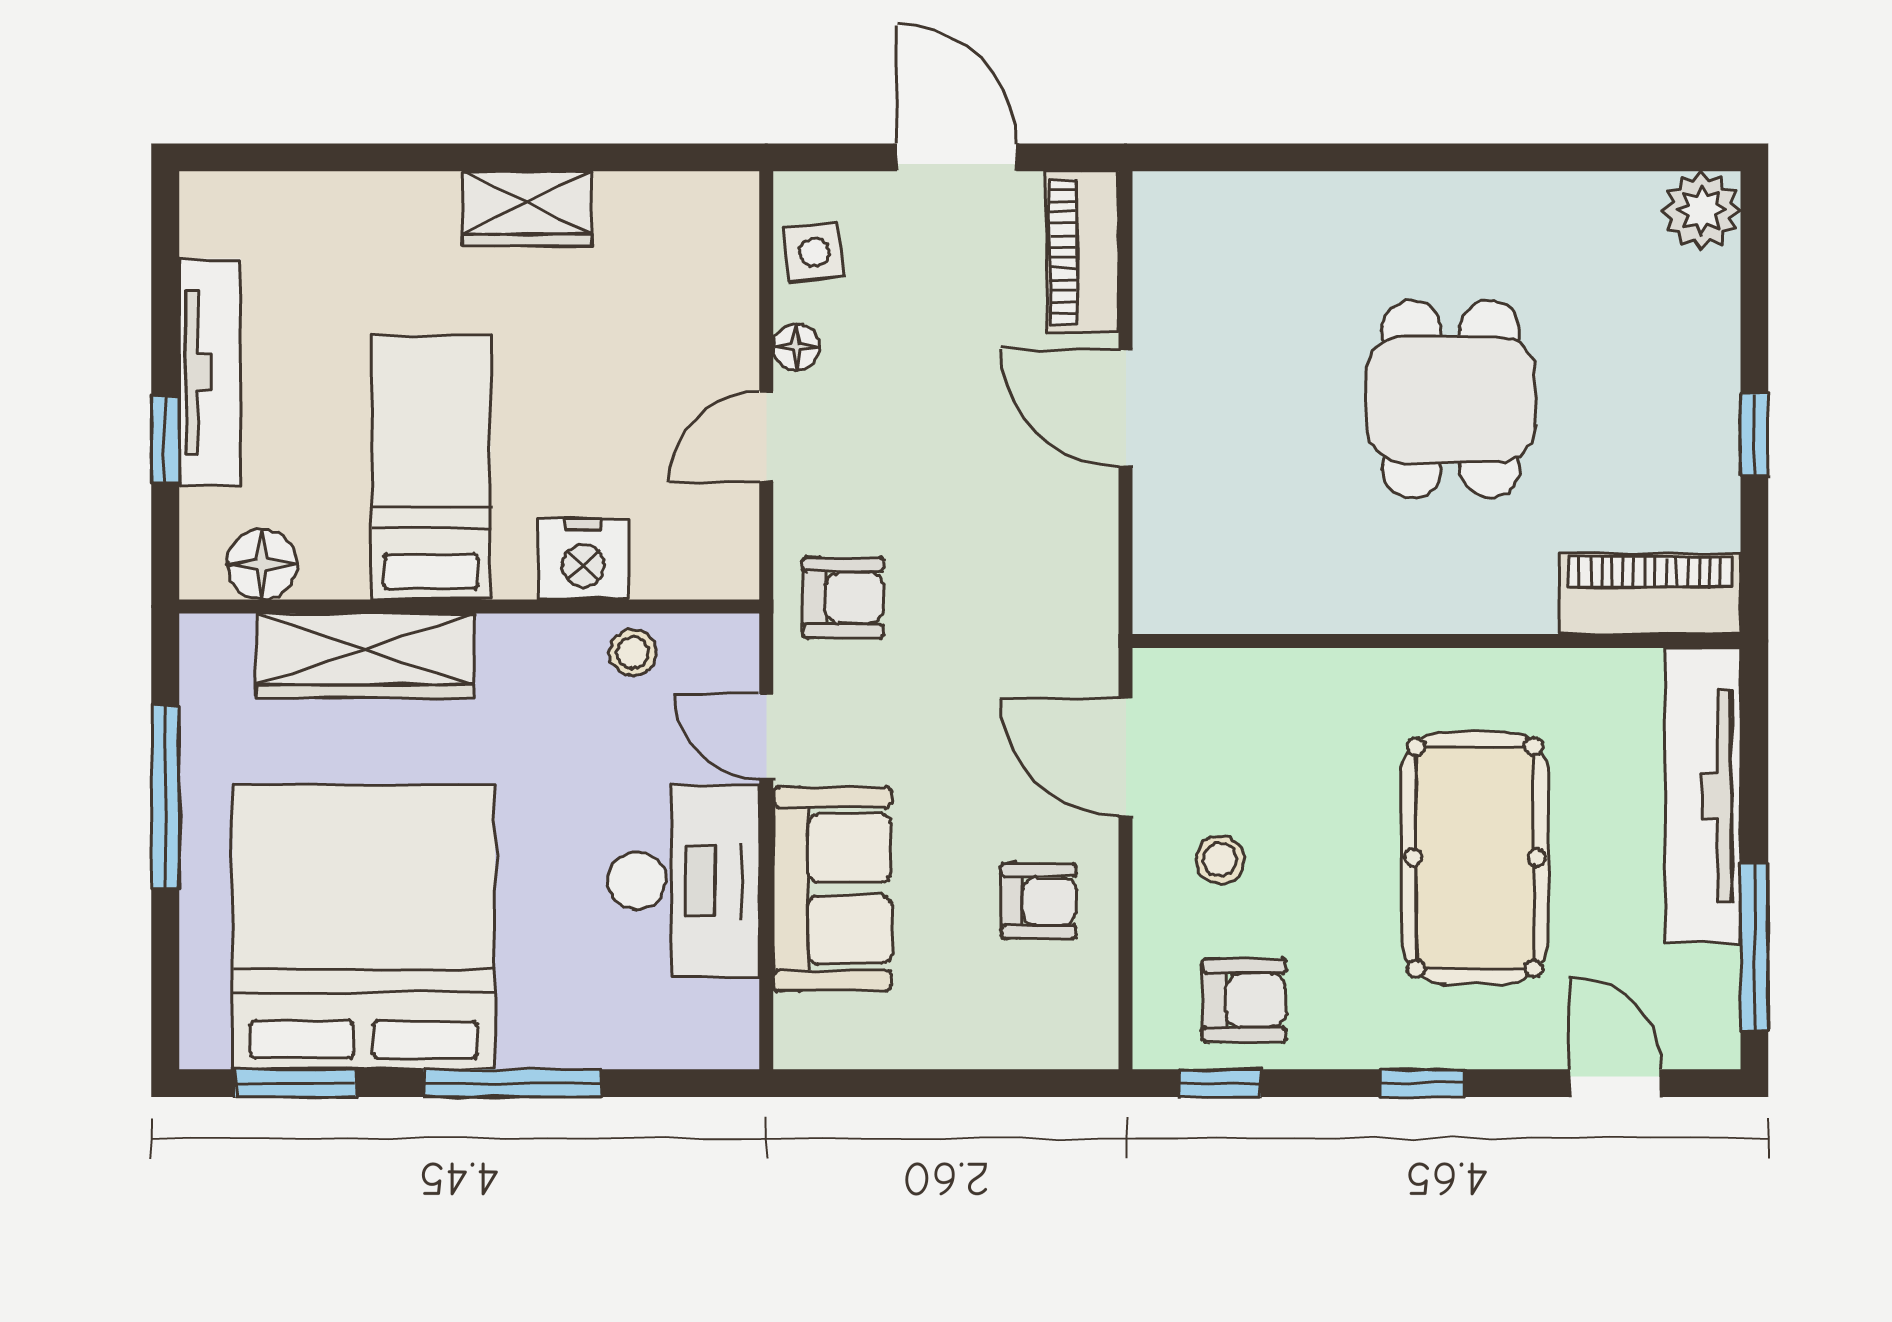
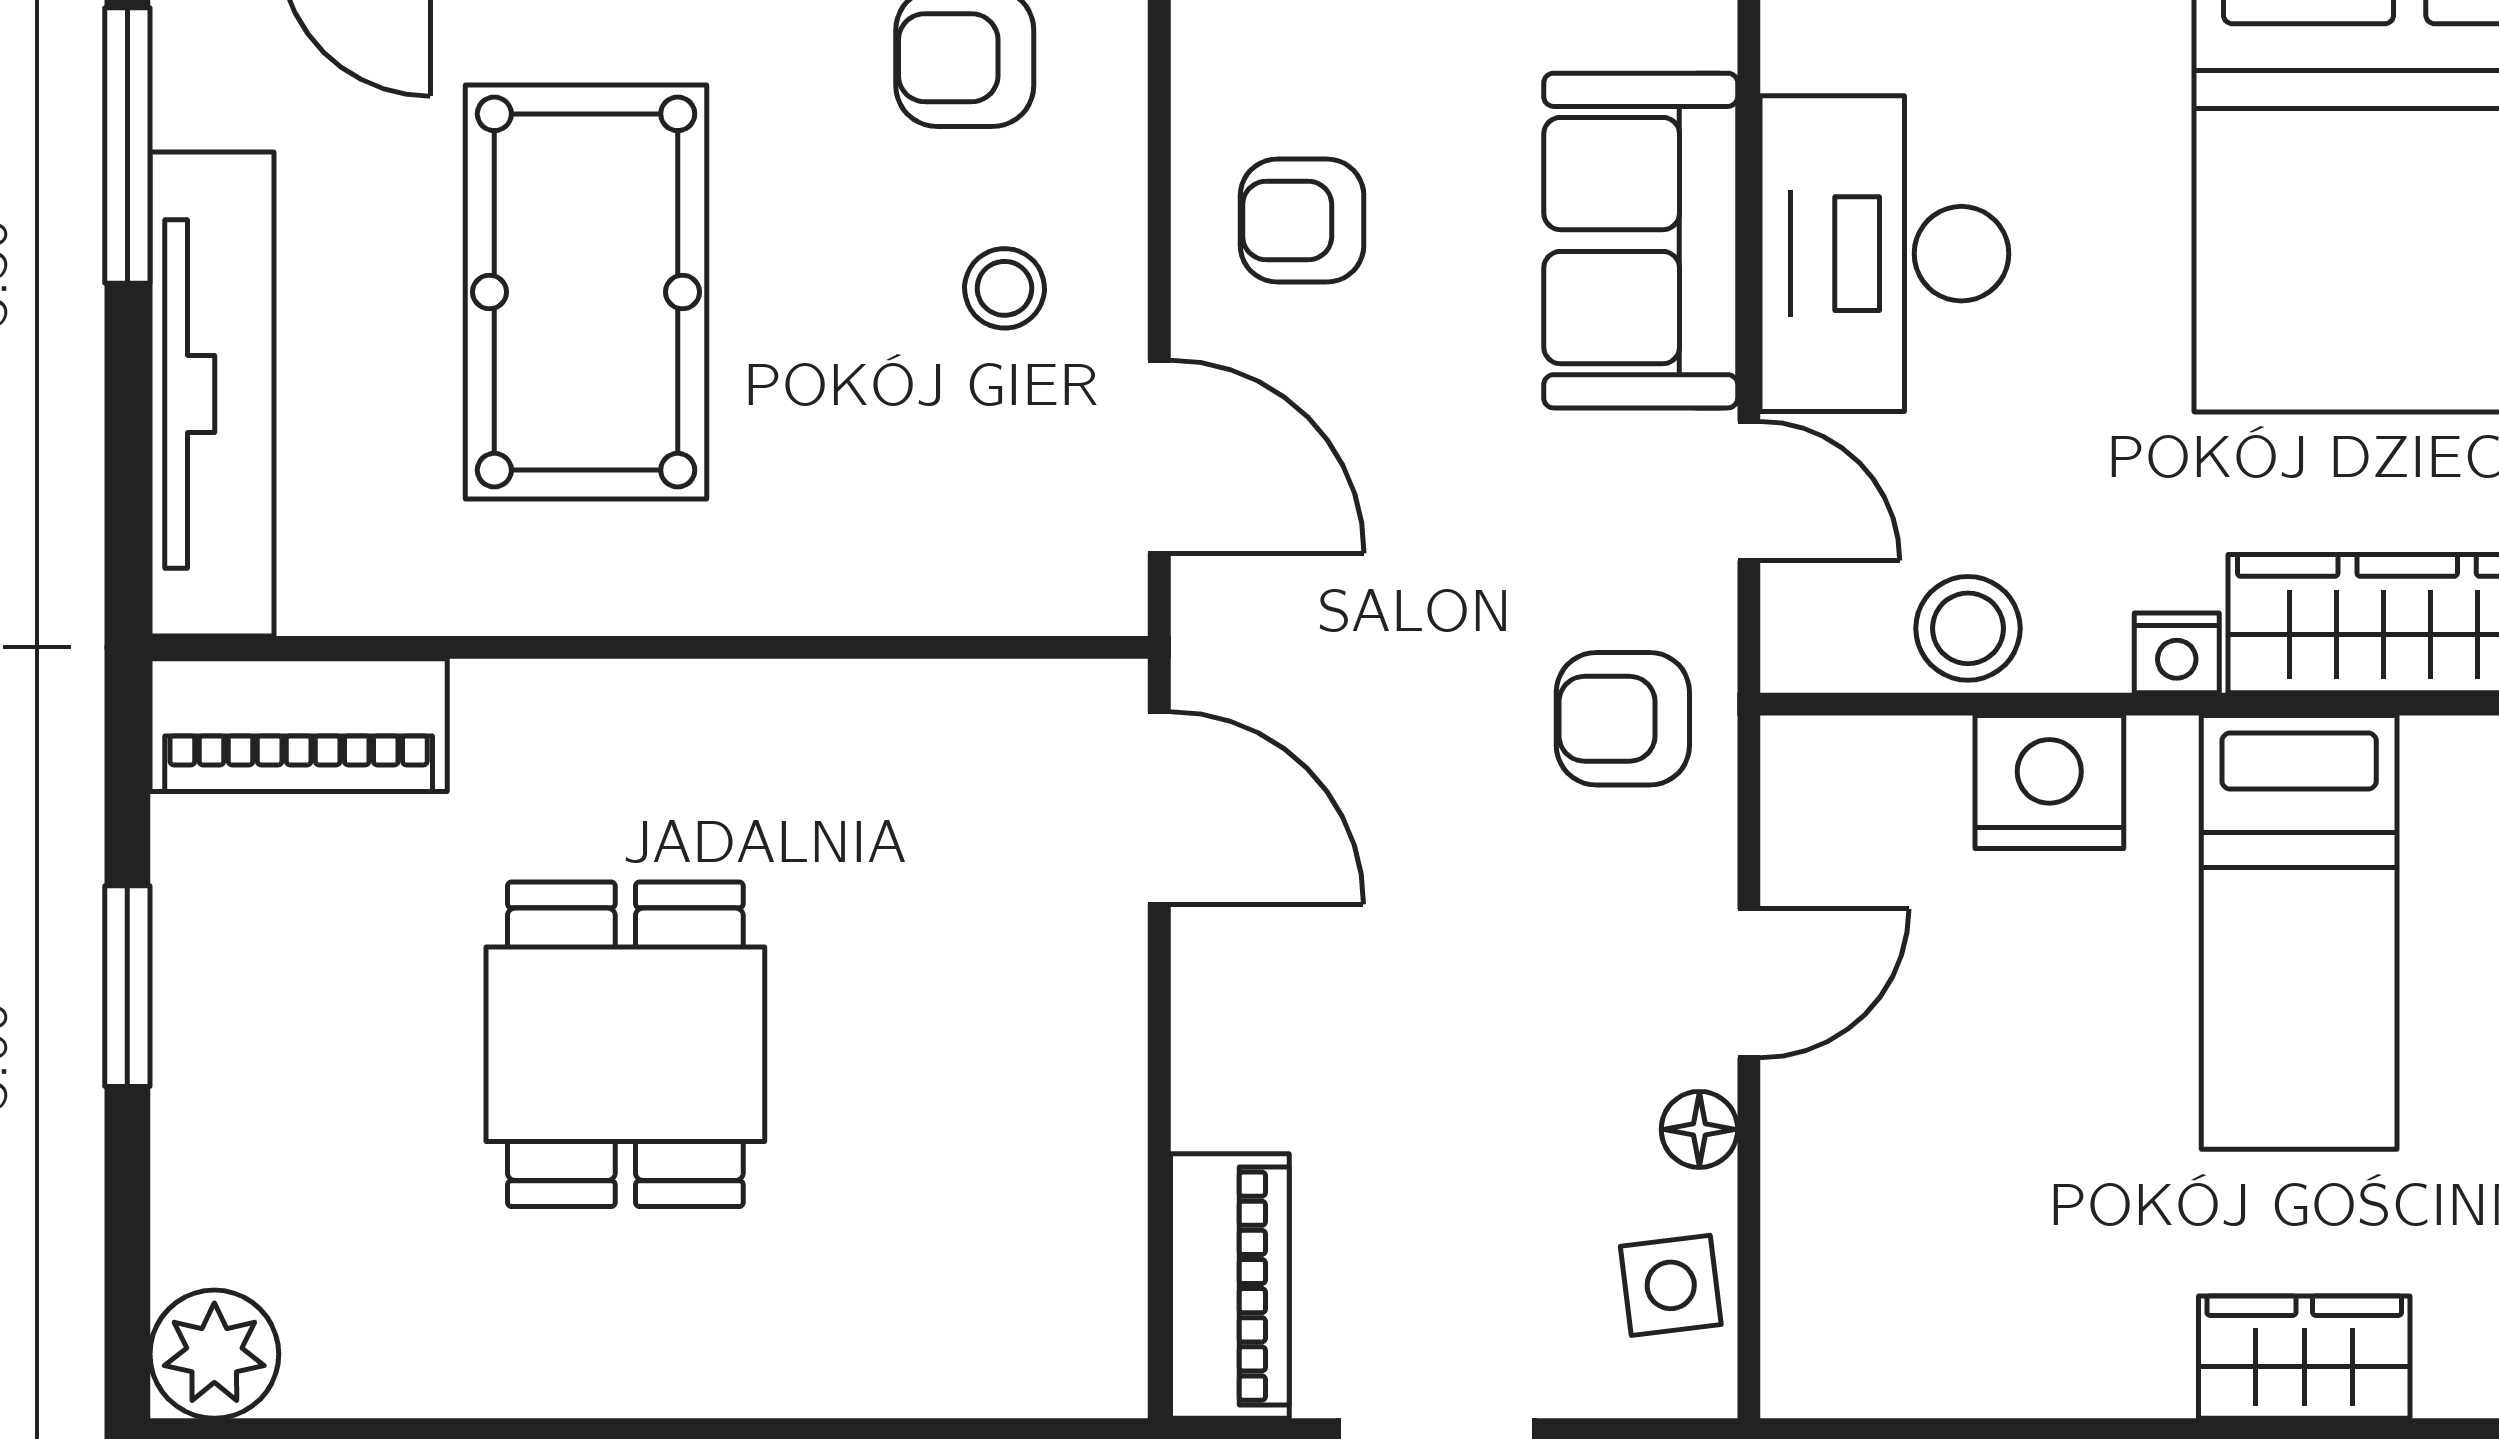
wardrobe: (527, 208) -> (2304, 1357), moved
door: (1126, 408) -> (1159, 808), moved
window: (1754, 435) -> (127, 986), width x1.50
nightstand: (506, 638) -> (2177, 653), added
stool: (633, 653) -> (1968, 628), width x1.37, depth x1.37

